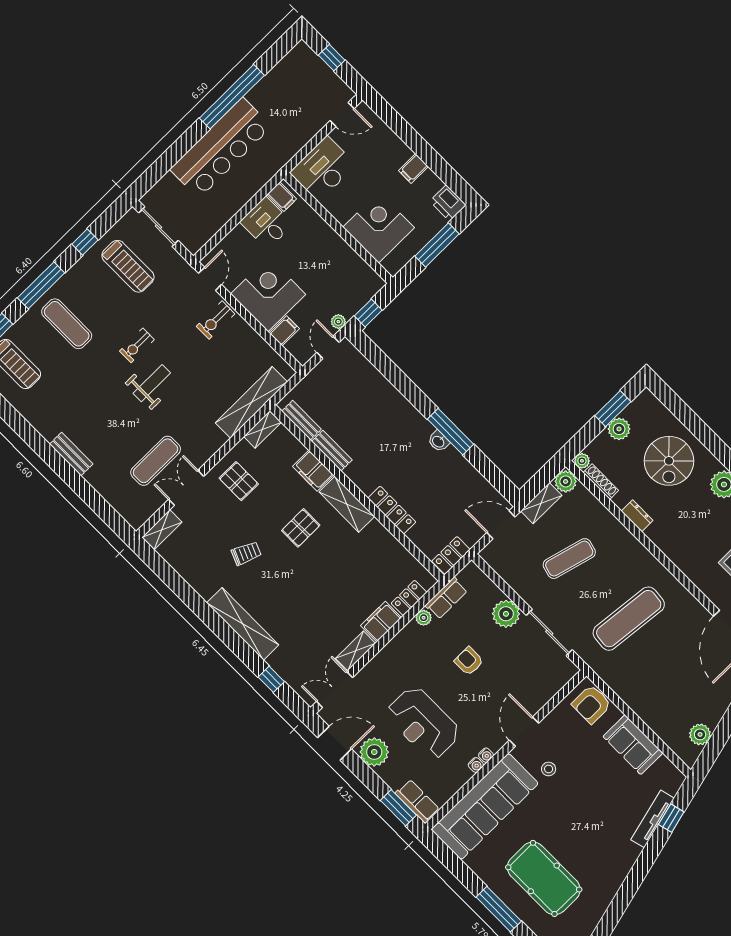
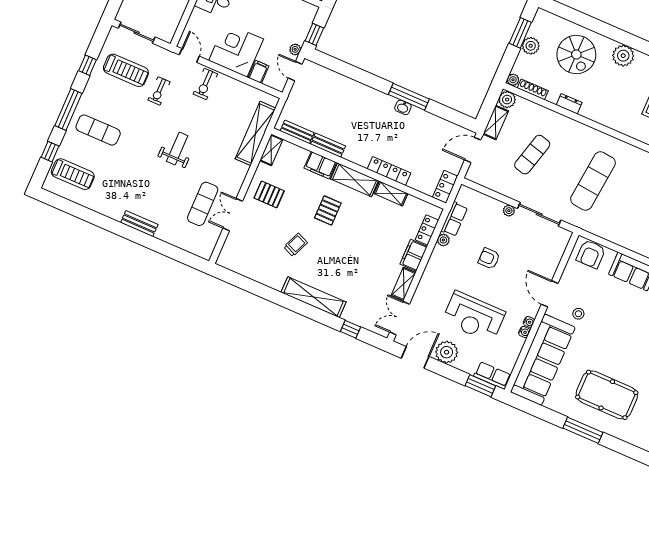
exercise bike: (137, 345) -> (159, 91), moved
shelving: (162, 530) -> (391, 194), moved, turned 90
plant: (506, 614) -> (509, 211), width x0.53, depth x0.53

